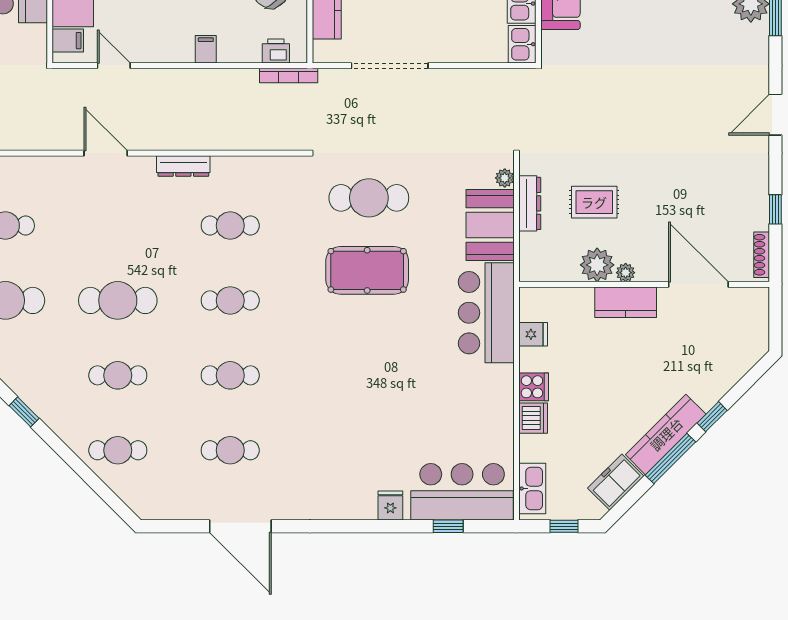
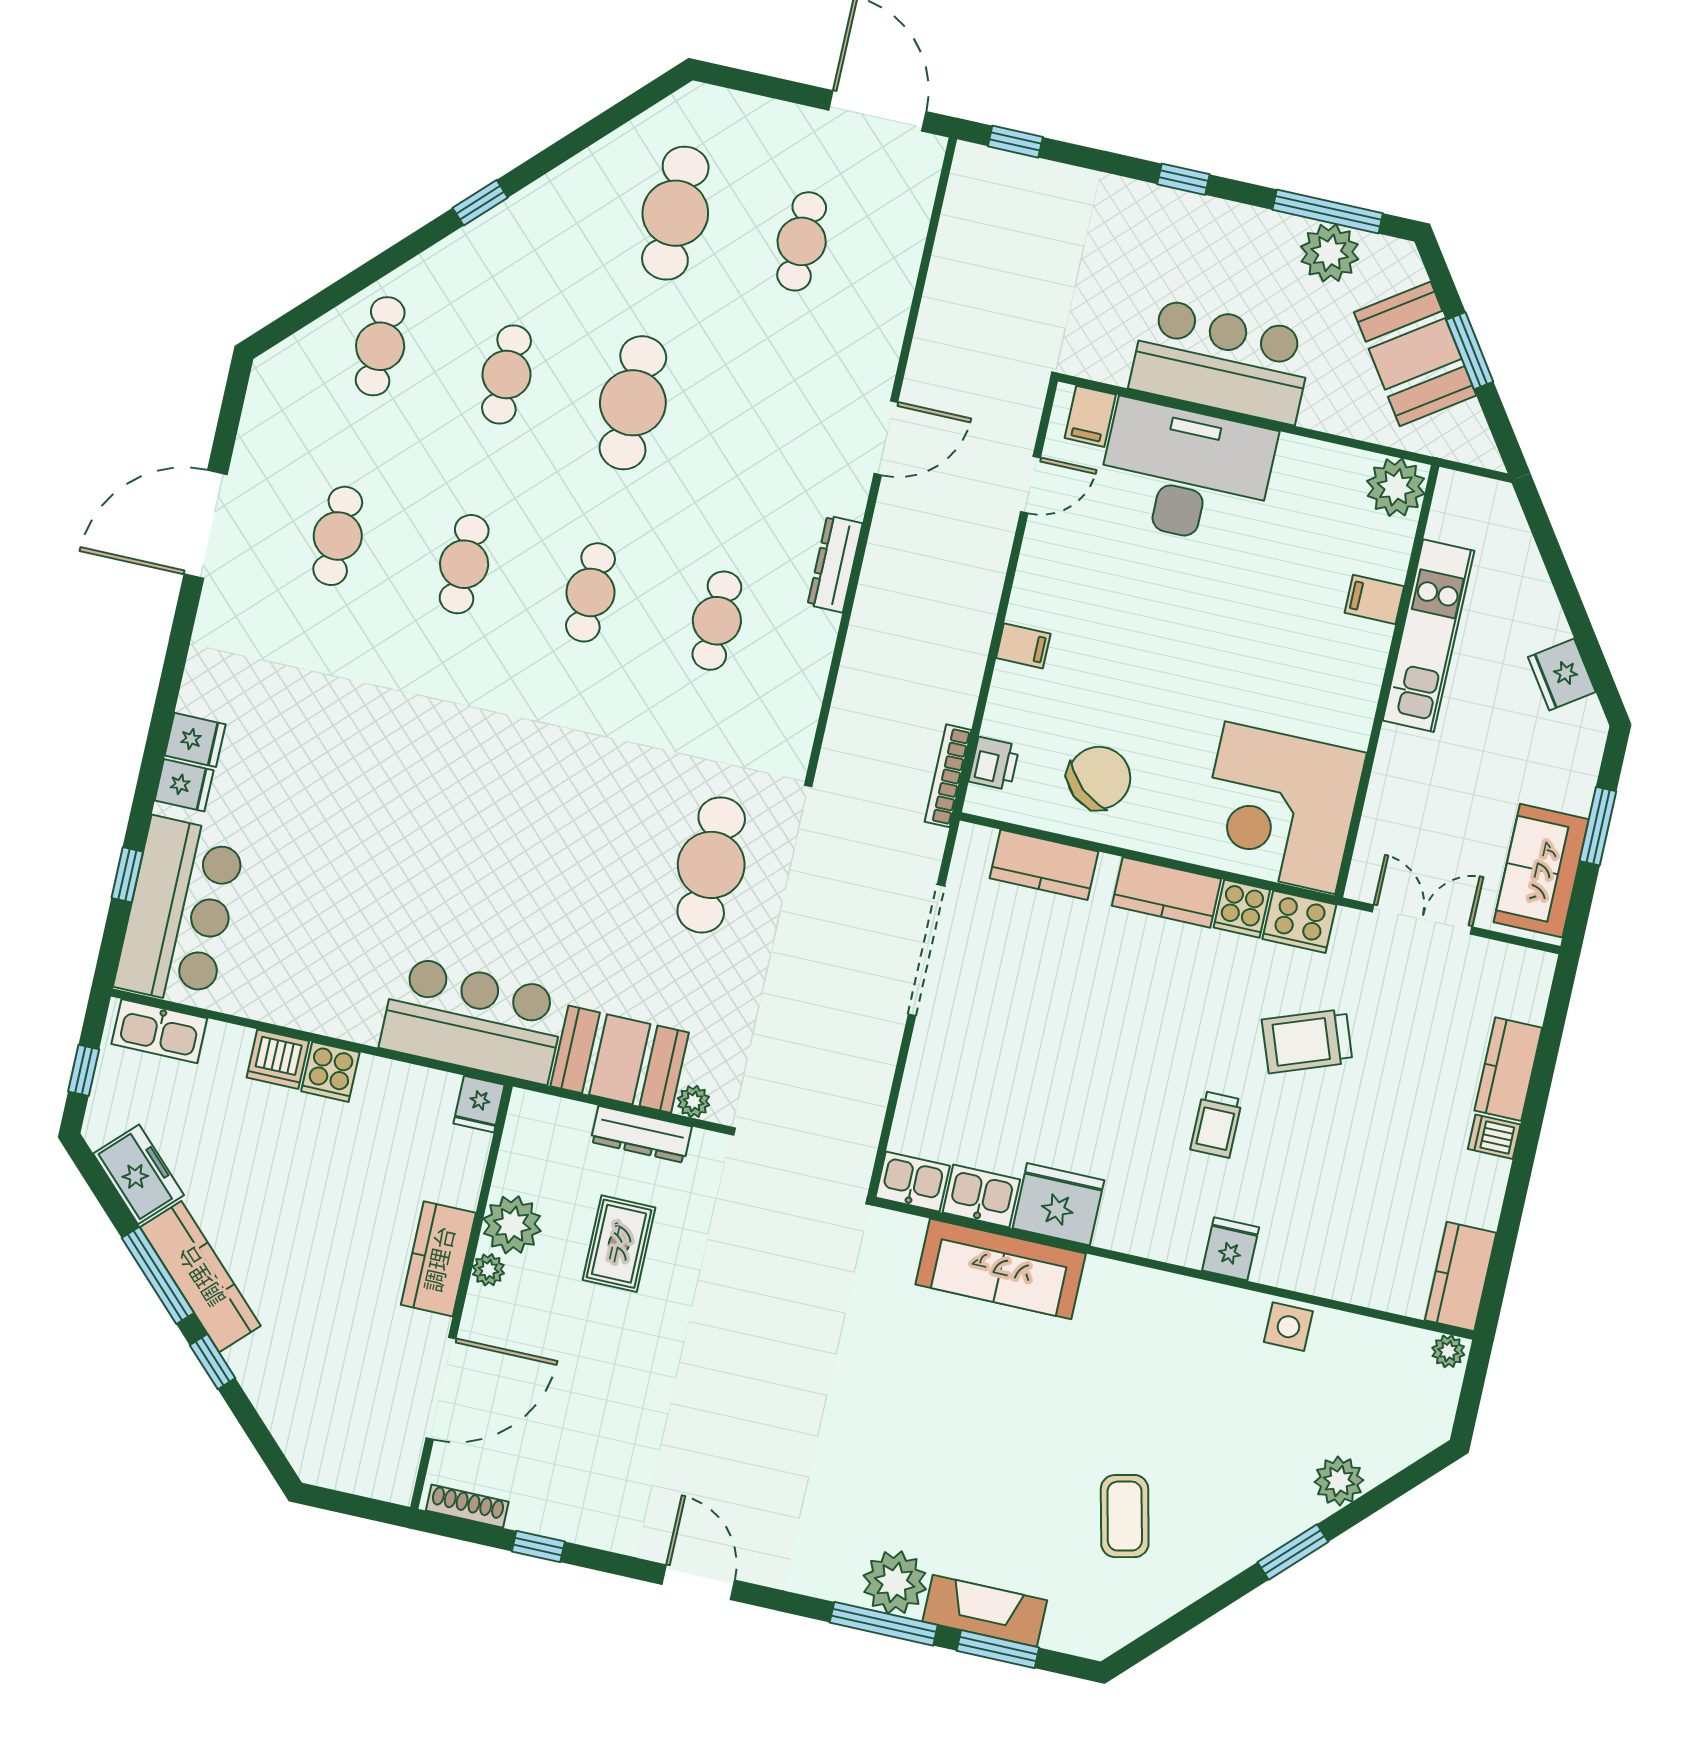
pool table: (367, 270) -> (590, 835), removed
fridge: (533, 334) -> (479, 1104), moved
fridge: (363, 505) -> (195, 740), added

